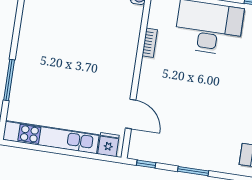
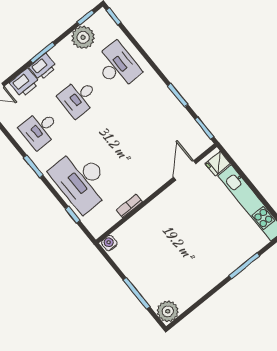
window: (146, 164) -> (204, 128), width x1.50

